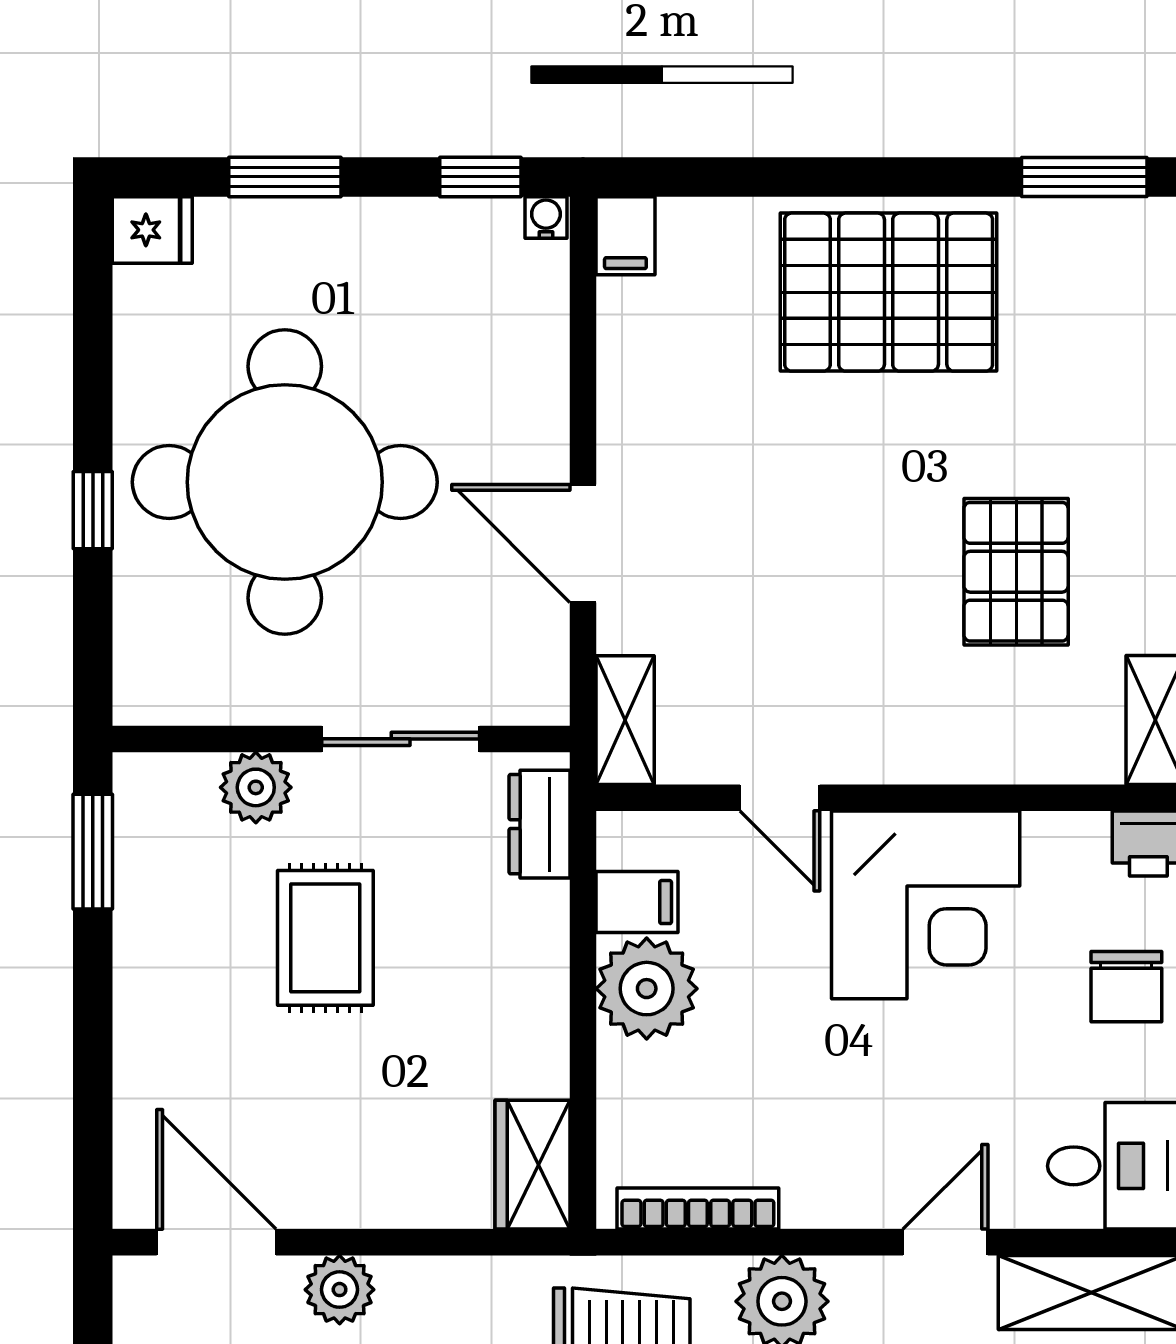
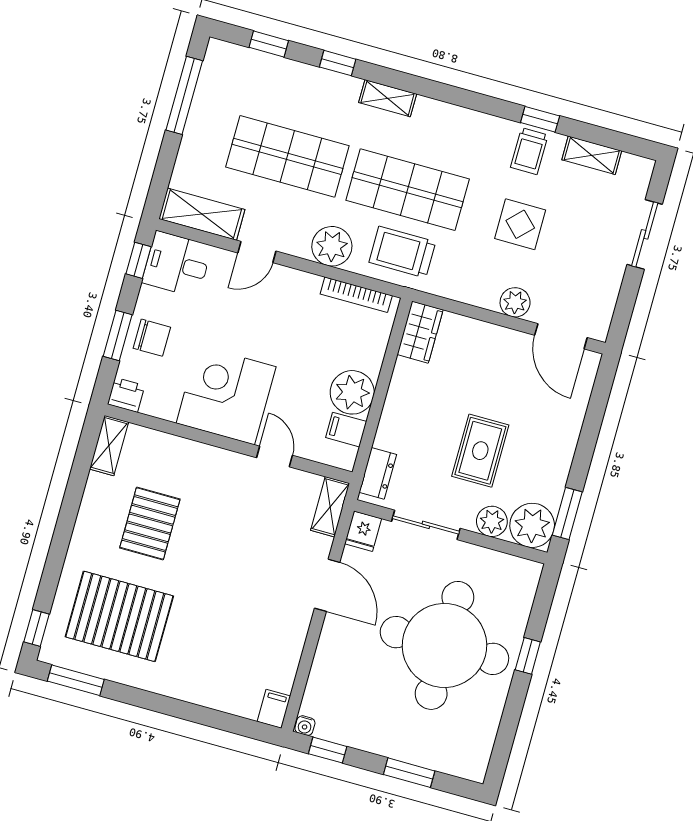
fridge: (152, 230) -> (363, 531), moved, turned -90
pallet: (889, 292) -> (119, 616), moved
plant: (164, 803) -> (532, 525), added
chair: (1126, 987) -> (152, 338), turned 90

